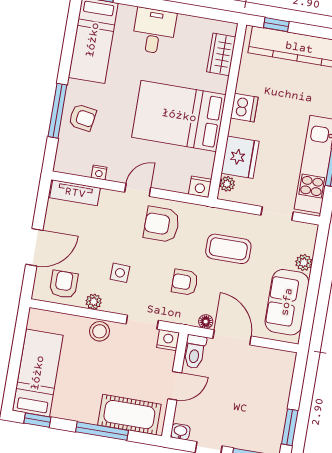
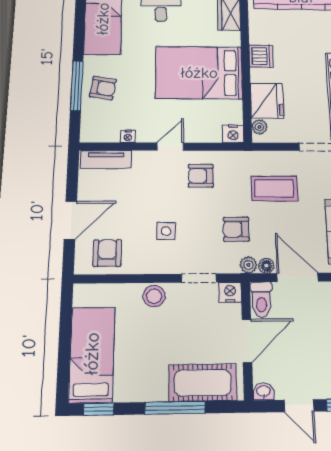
armchair: (162, 224) -> (201, 176), width x0.72, depth x0.72
plant: (94, 302) -> (248, 265), moved
door: (175, 386) -> (247, 341), width x1.38

